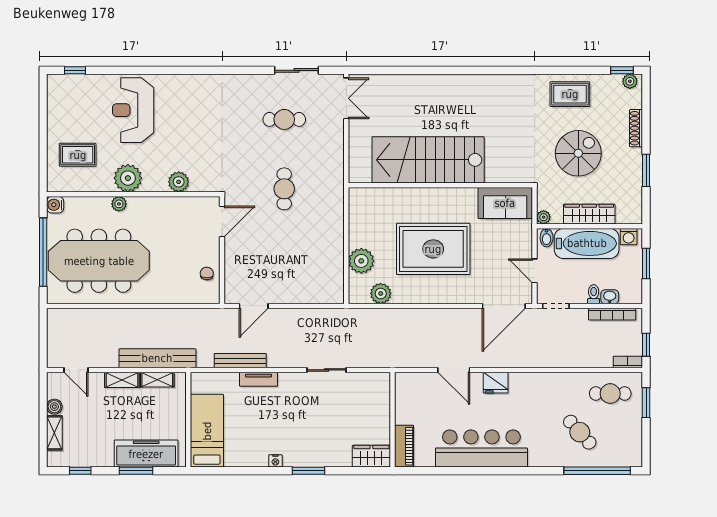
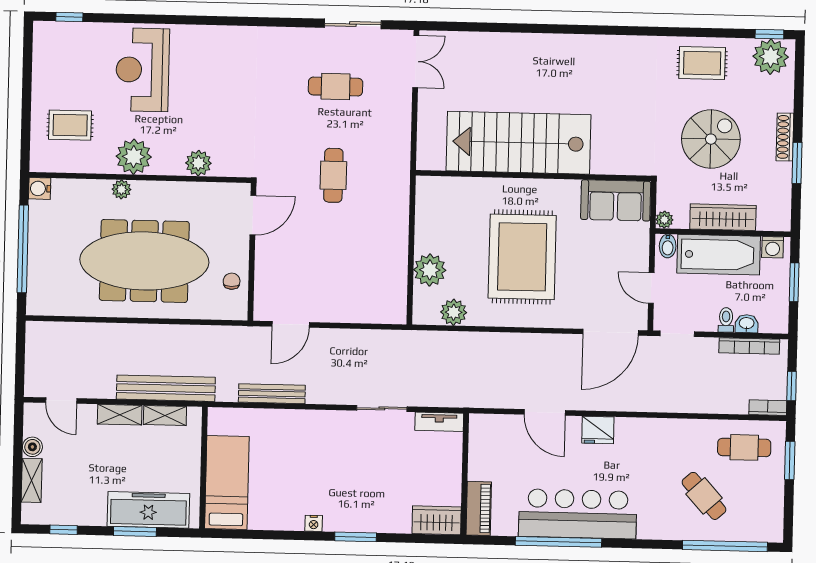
plant: (630, 81) -> (771, 57), width x1.88, depth x1.88
shoe rack: (636, 128) -> (785, 137), moved
rug: (433, 249) -> (522, 257), turned 90
meeting table: (99, 261) -> (144, 261), moved
tv unit: (259, 379) -> (439, 422), moved
window: (467, 471) -> (558, 542), added

